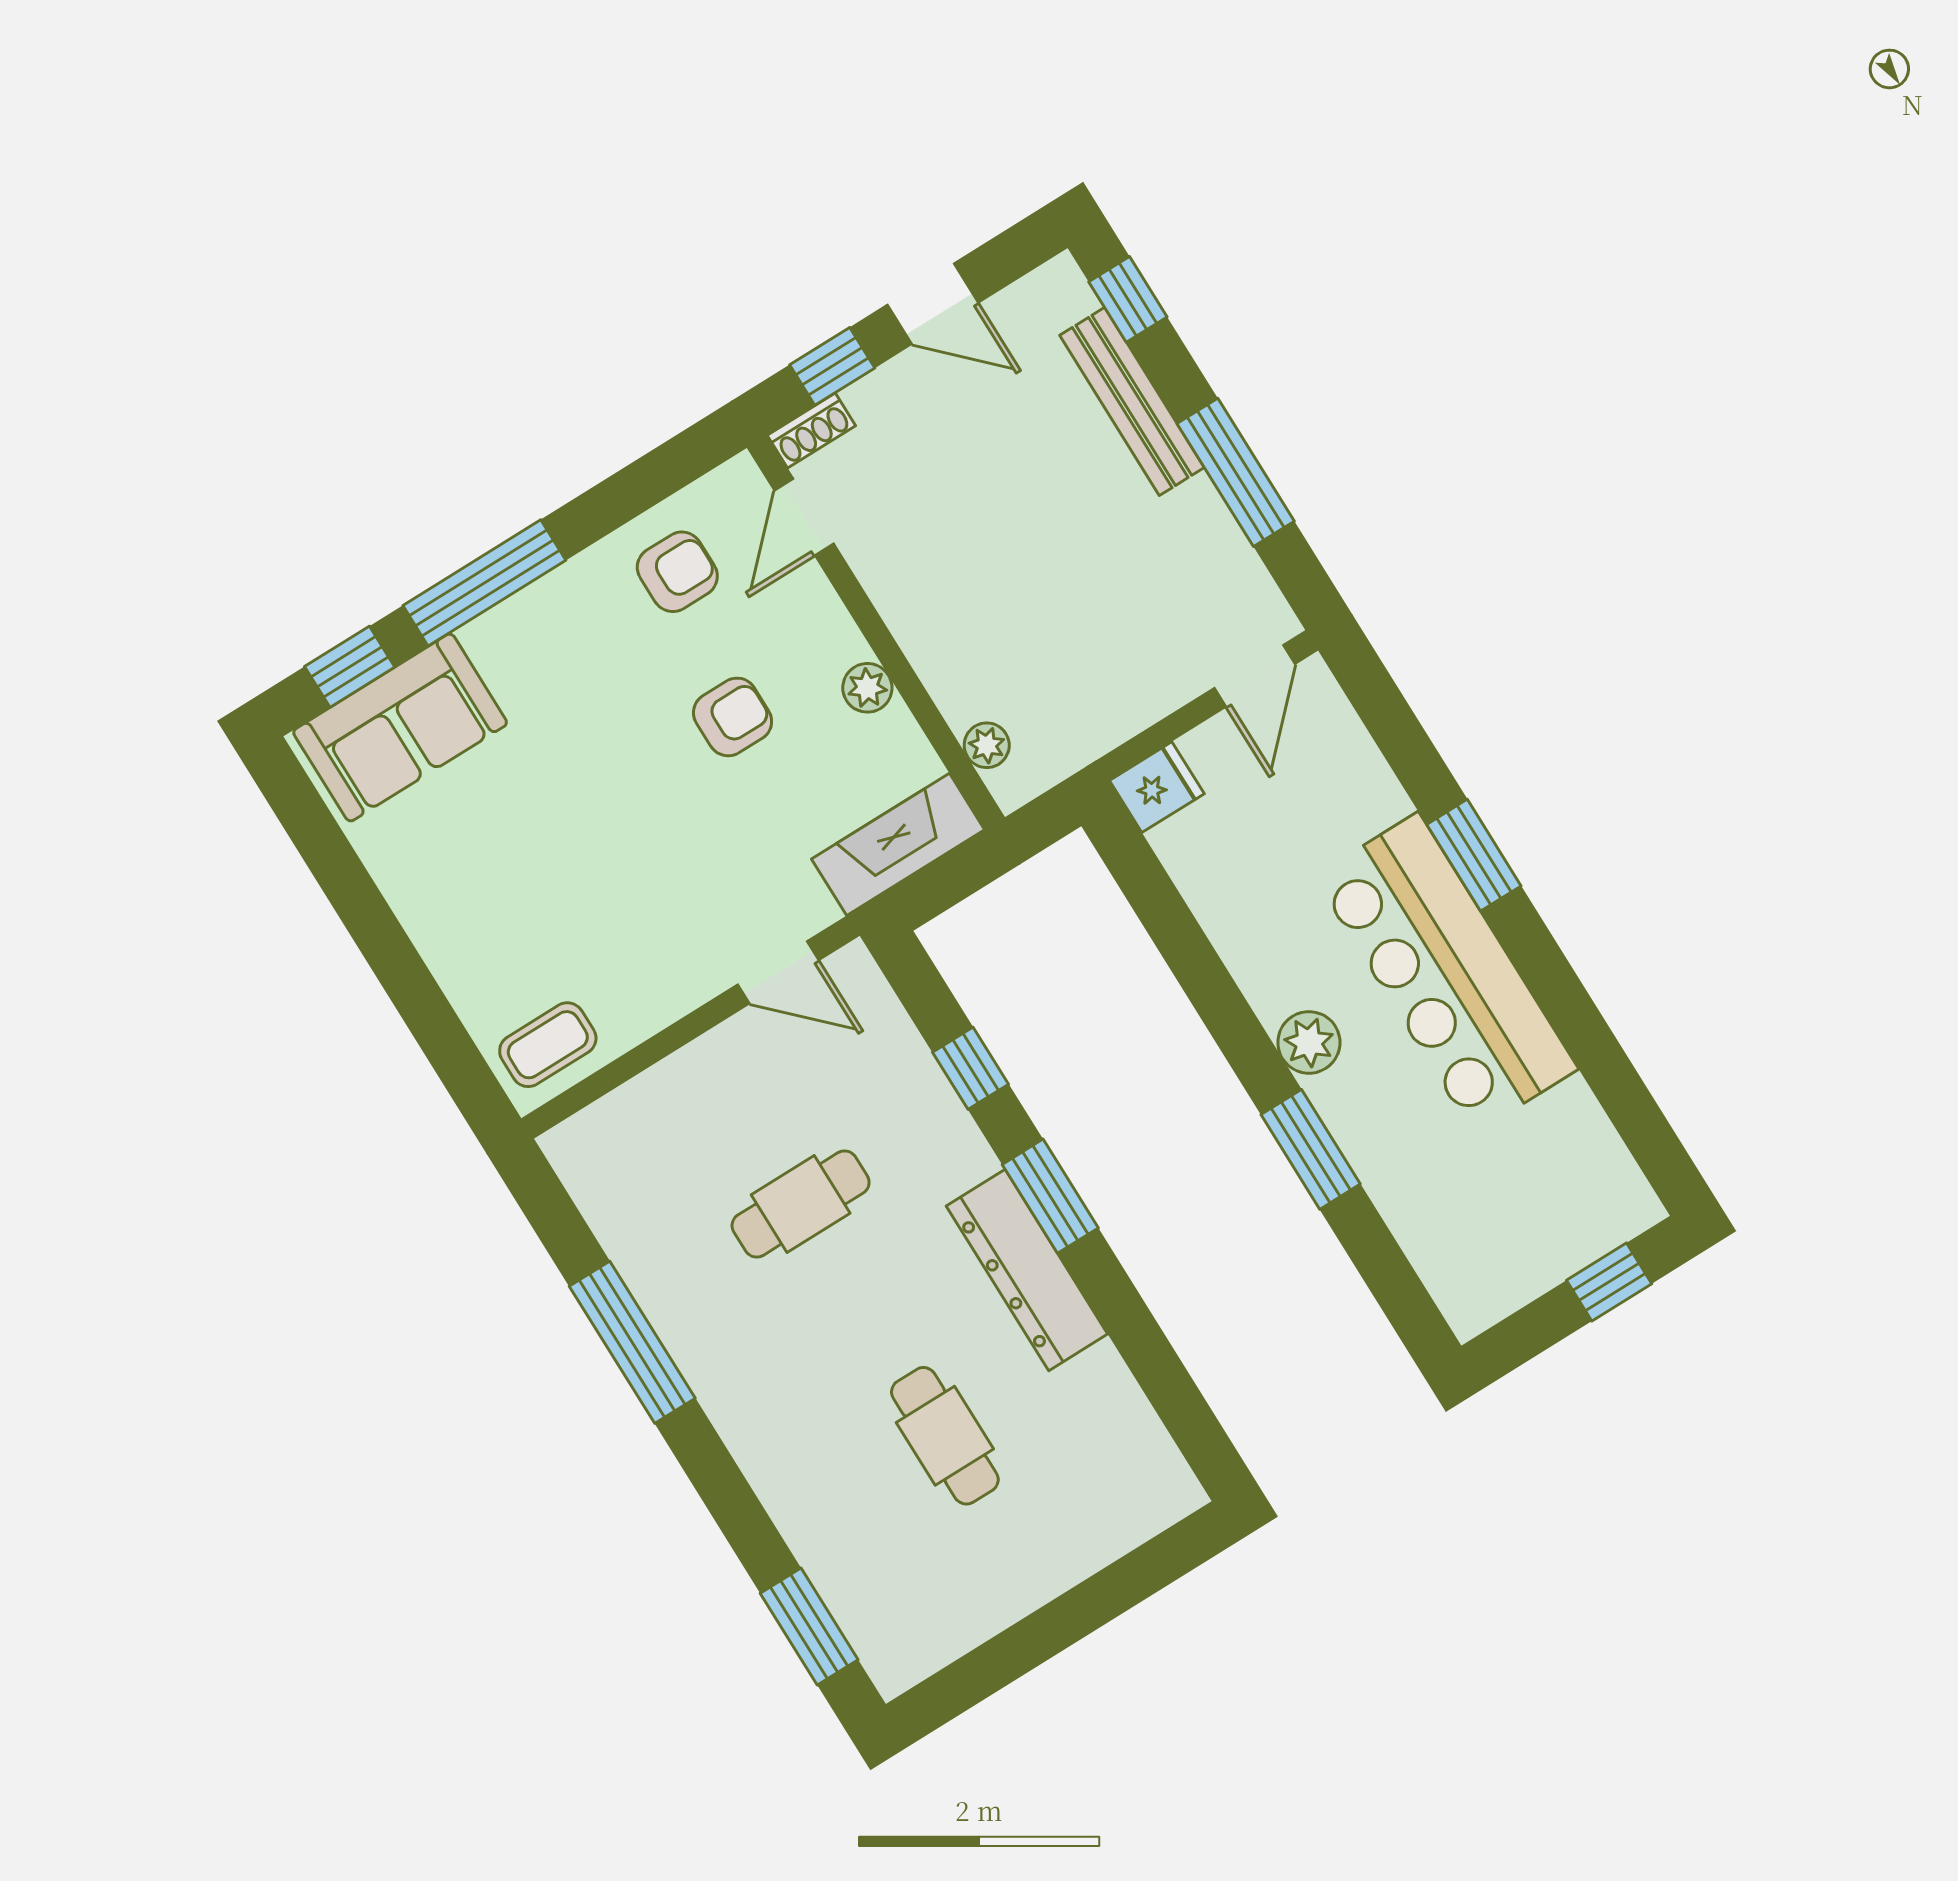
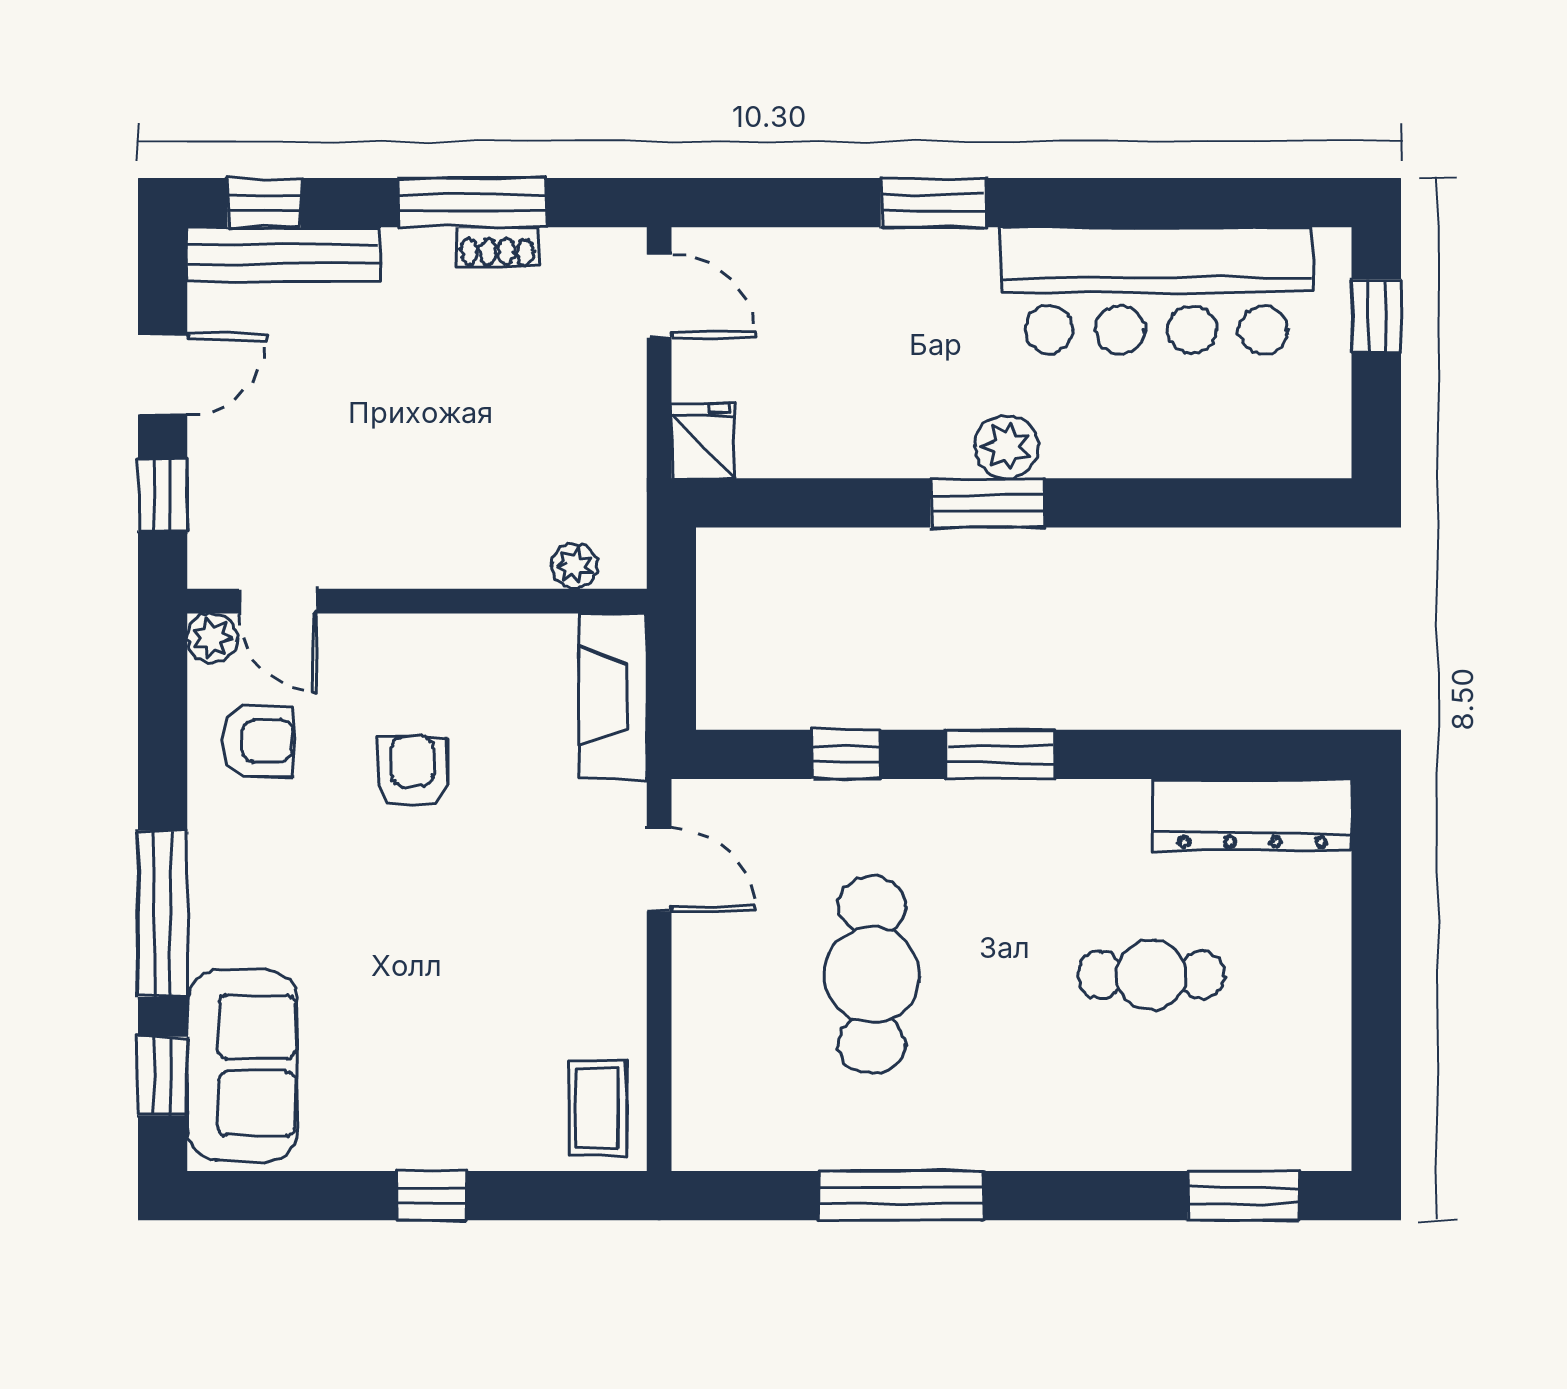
bench: (1132, 401) -> (284, 254), moved
shoe rack: (811, 430) -> (497, 247), moved, turned 90
armchair: (677, 572) -> (257, 741), turned 90
plant: (867, 688) -> (212, 638), moved
window: (389, 952) -> (431, 1196), added
door: (778, 972) -> (659, 869), hinge flipped
bar counter: (1446, 973) -> (1156, 290), moved
window: (1311, 1149) -> (988, 503), moved
cafe table: (801, 1204) -> (872, 975), width x1.37, depth x1.35
dresser: (1027, 1270) -> (1252, 814), moved

